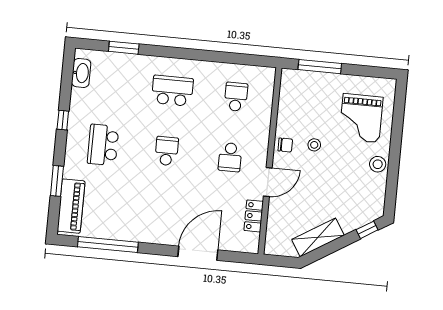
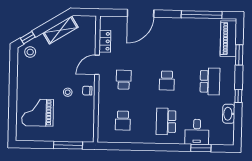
desk: (128, 72) -> (197, 132), added
washbasin: (81, 73) -> (229, 114), moved
school desk: (172, 91) -> (166, 121), turned 90
grand piano: (361, 118) -> (38, 113), turned -90
stool: (378, 164) -> (30, 52), moved

